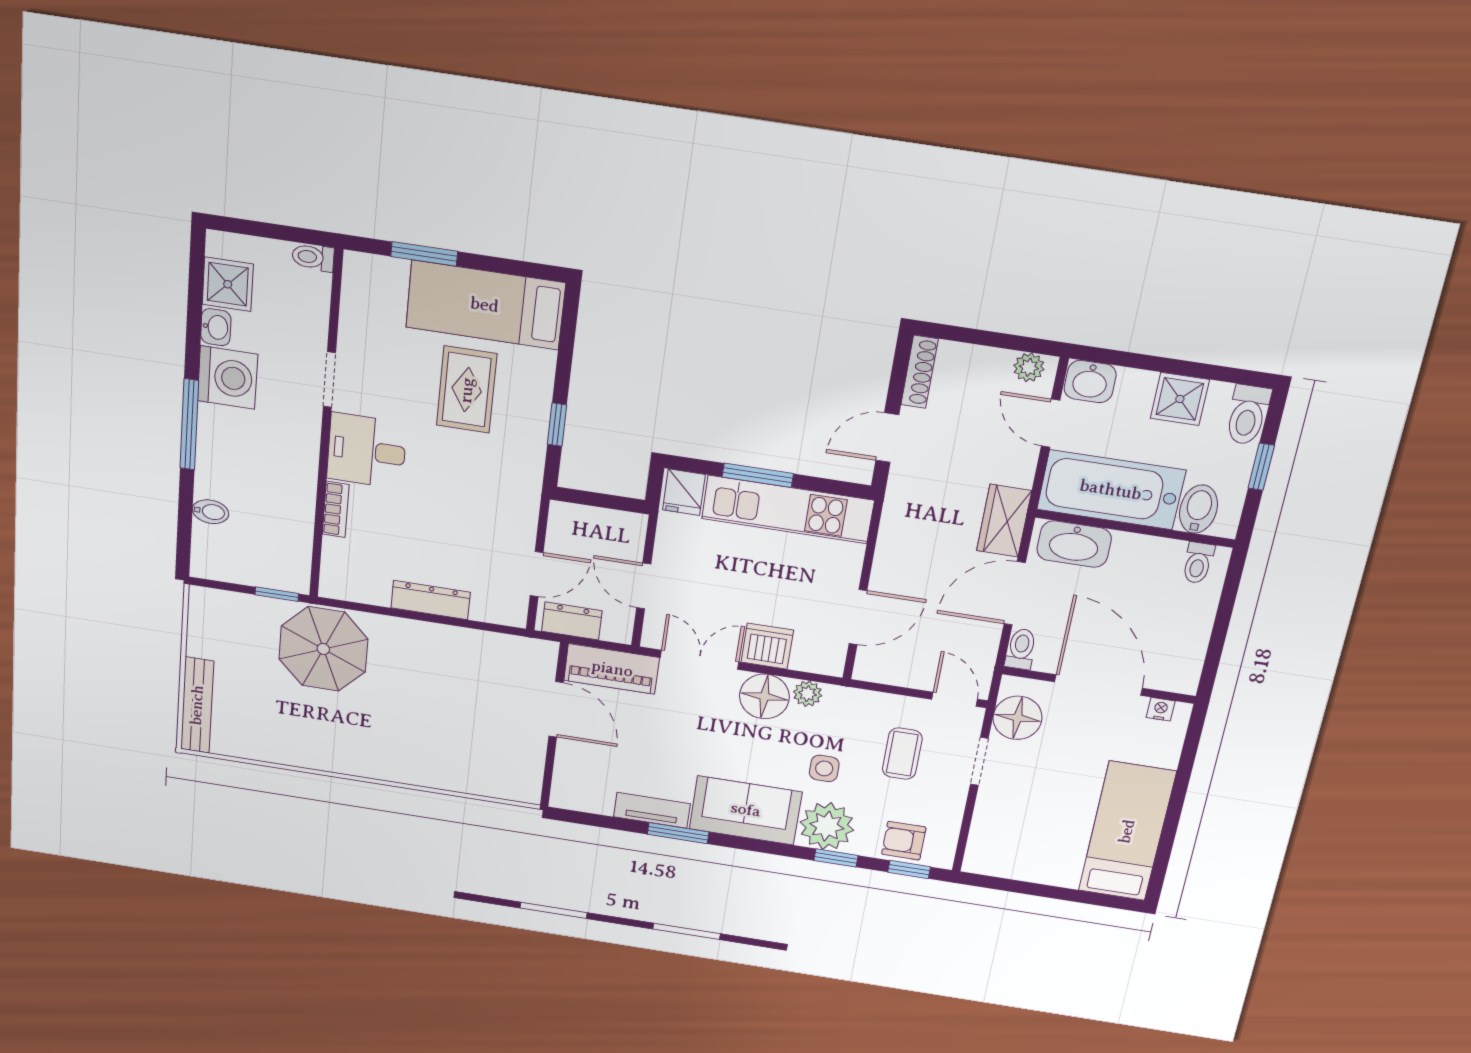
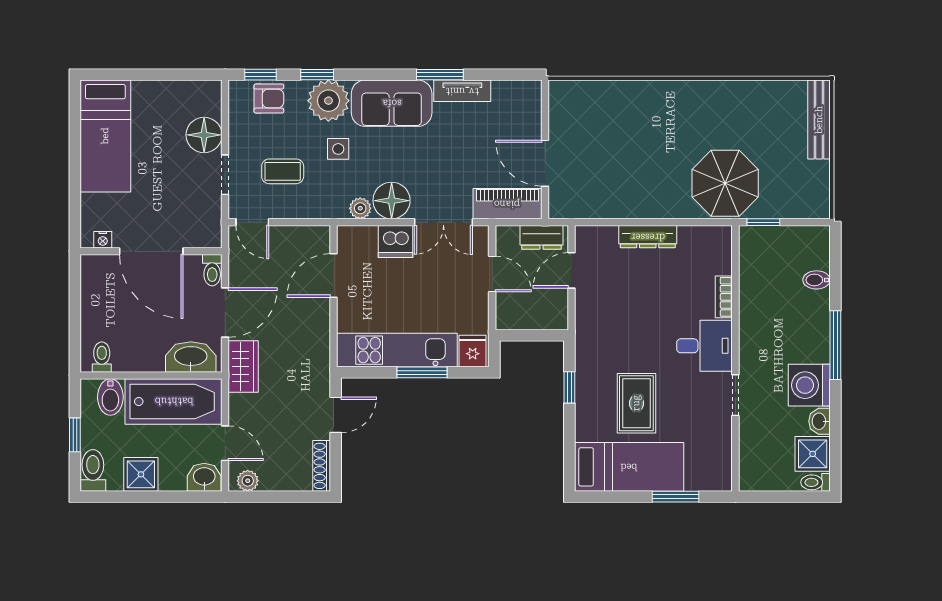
toilet: (313, 257) -> (815, 482), moved, turned 180
floor lamp: (1018, 718) -> (204, 135), moved
coffee table: (902, 754) -> (283, 171), turned 90

